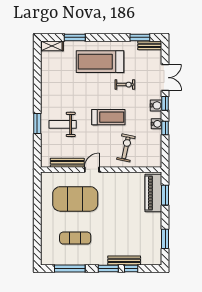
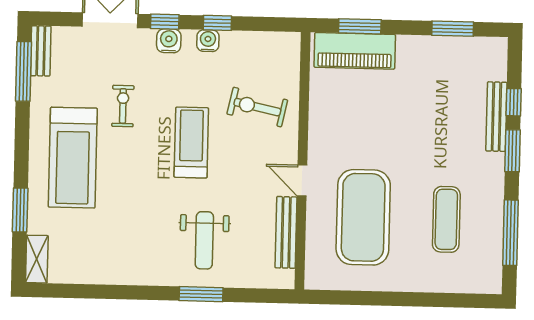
window: (140, 37) -> (23, 71), width x1.44

